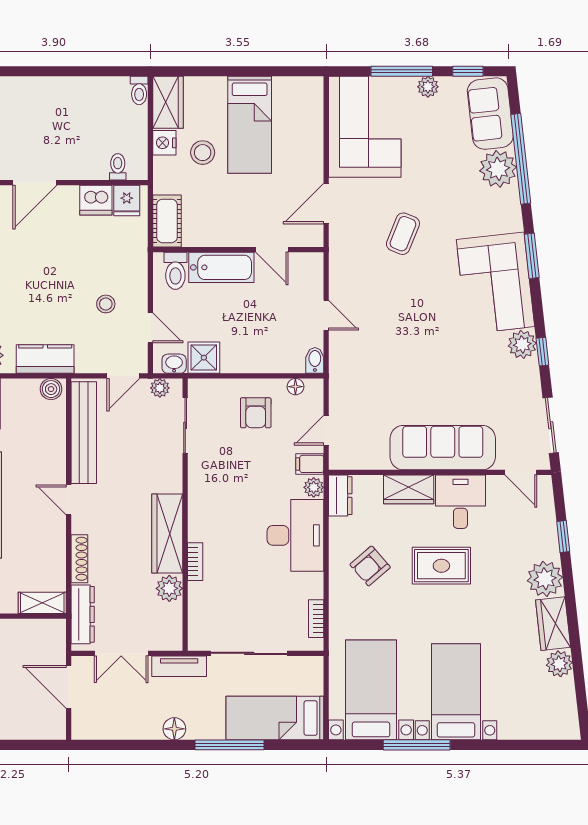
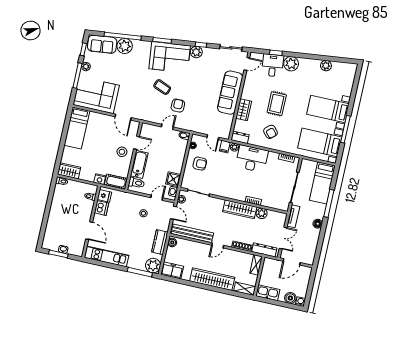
bed: (250, 125) -> (77, 128), moved, turned 90
nightstand: (164, 143) -> (100, 179), moved
stool: (203, 153) -> (122, 152), moved
coffee table: (403, 234) -> (162, 87), moved
armchair: (383, 329) -> (178, 106), added
desk: (460, 502) -> (273, 65), moved, turned 84
wardrobe: (553, 624) -> (310, 64), removed

